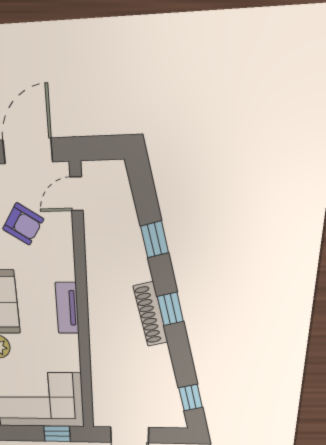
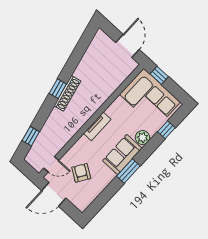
window: (155, 239) -> (31, 136), moved
window: (191, 398) -> (85, 41), removed

